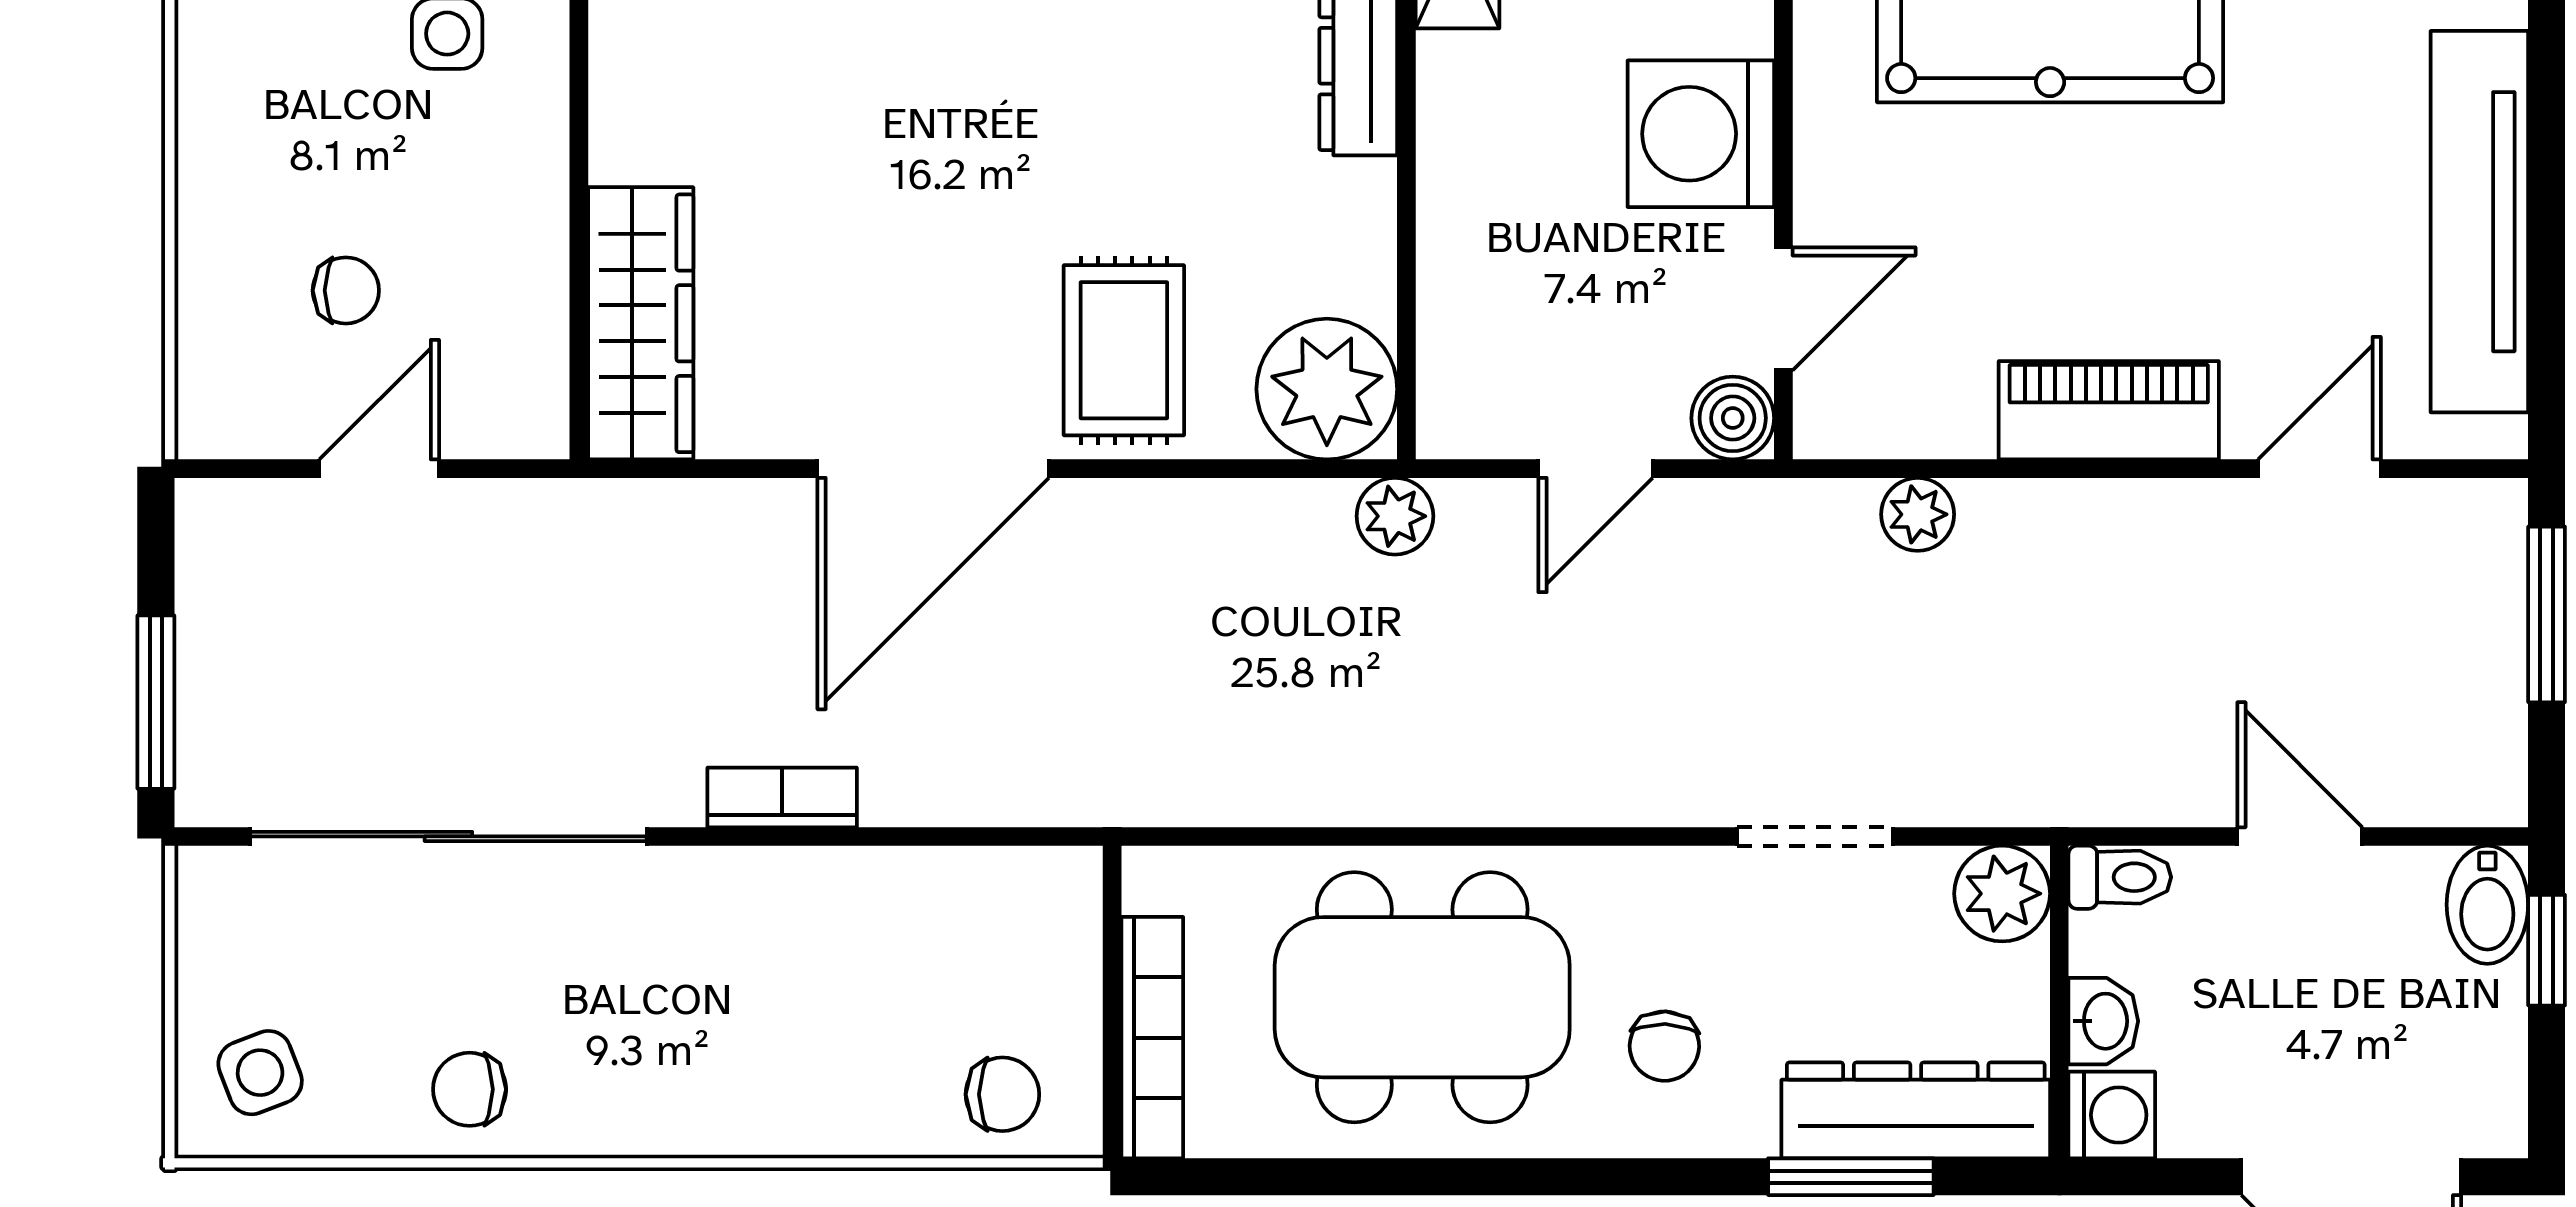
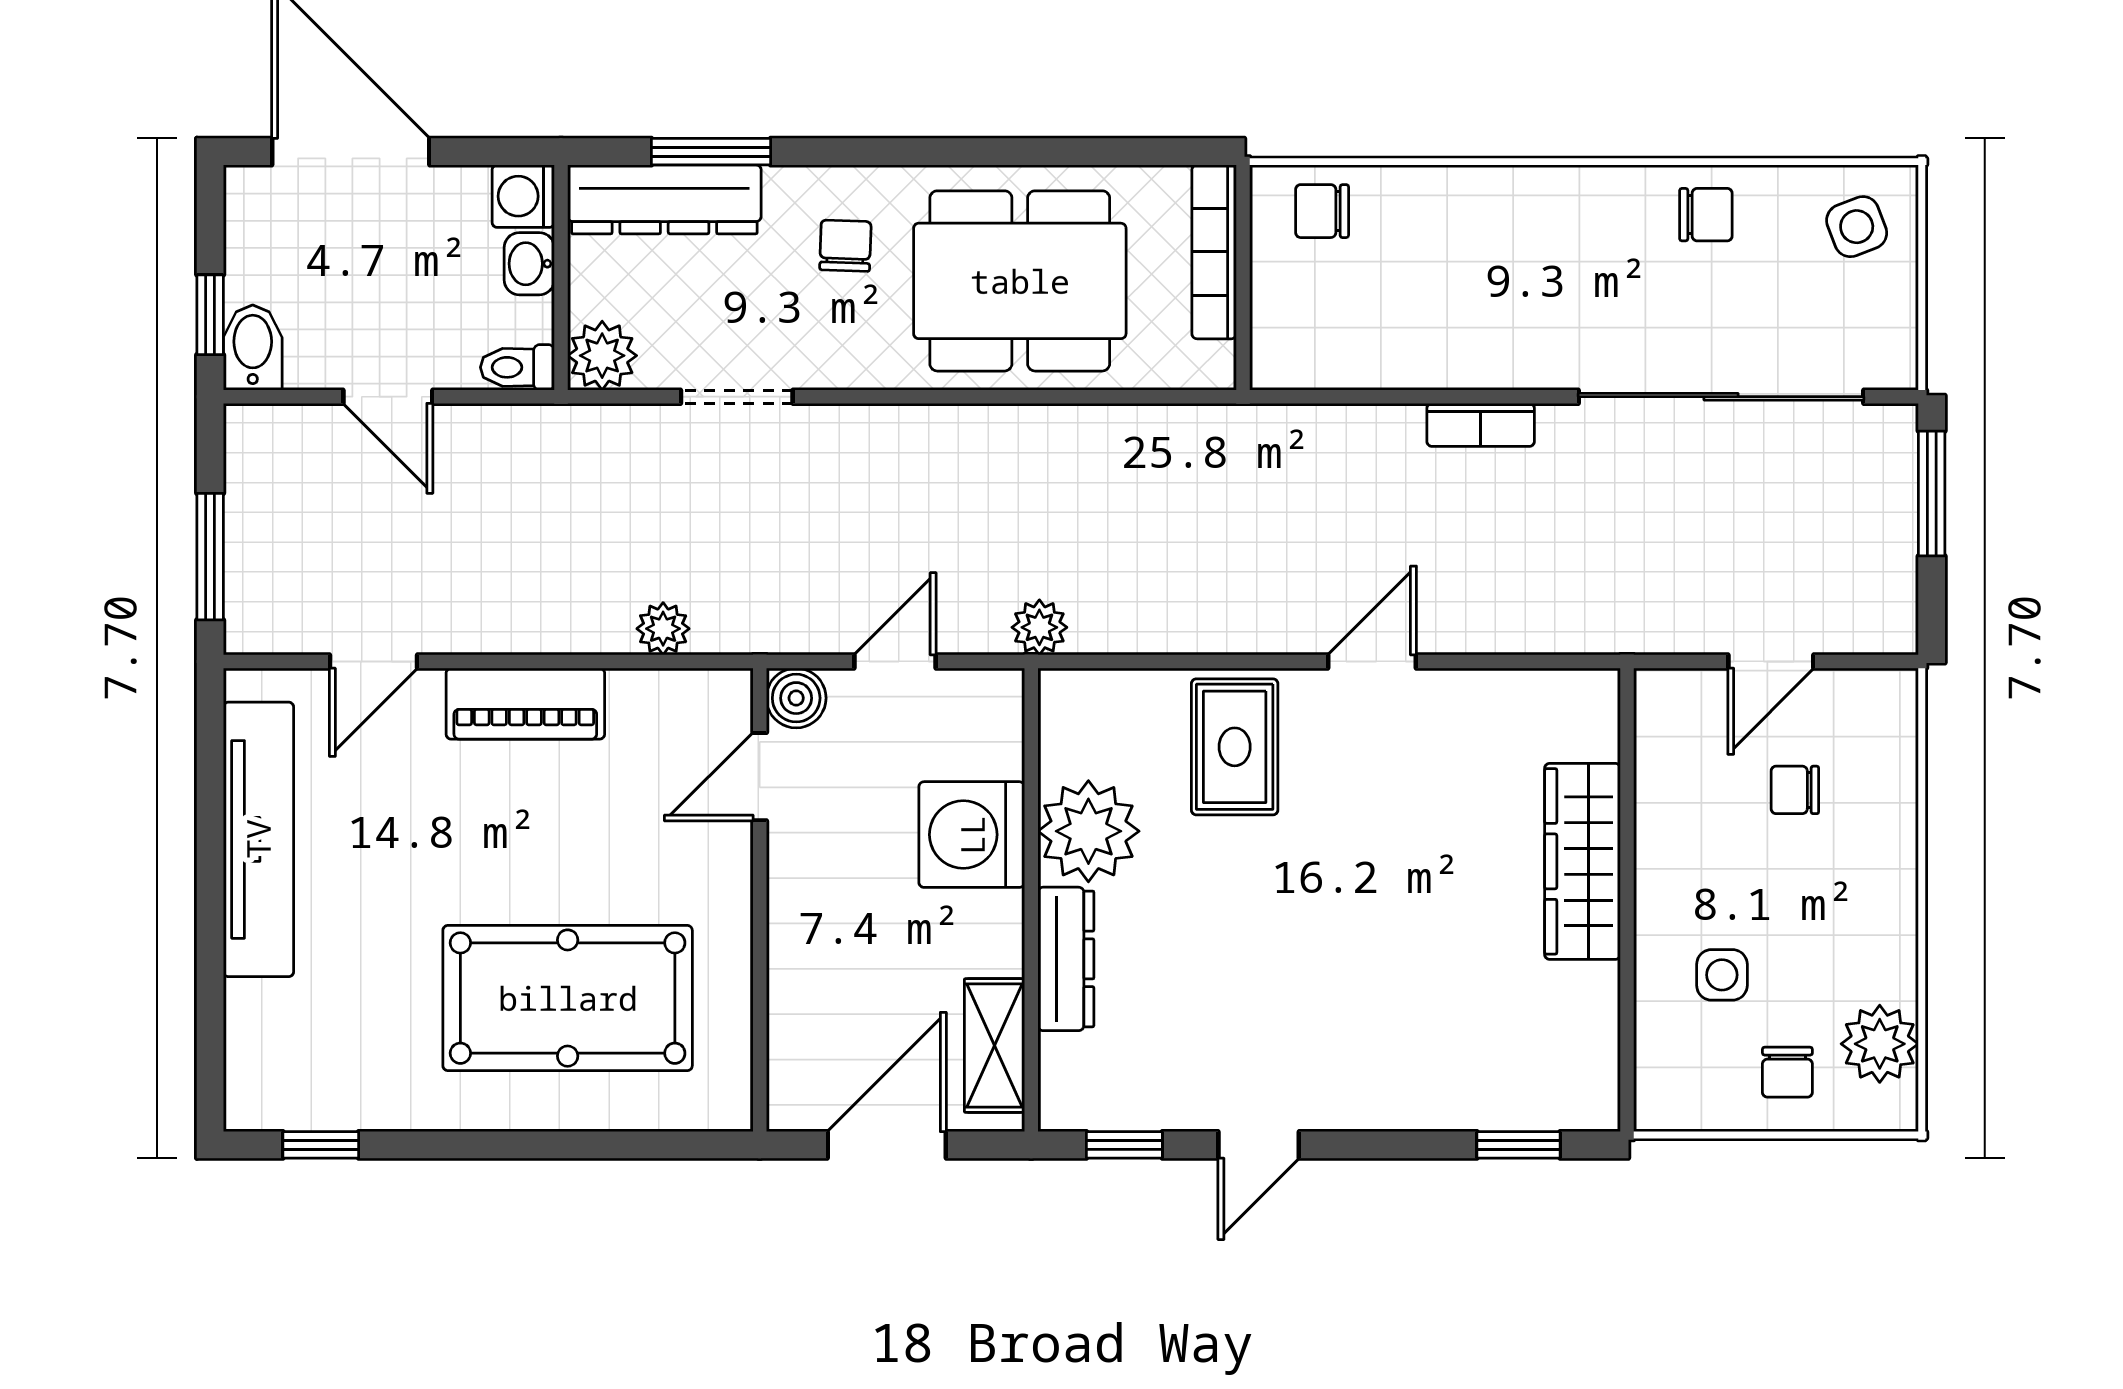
washing machine: (1701, 134) -> (972, 835), moved, turned 180
wardrobe: (641, 323) -> (1583, 861), moved
plant: (1327, 389) -> (1088, 831), moved
door: (933, 469) -> (1372, 662), width x0.53

